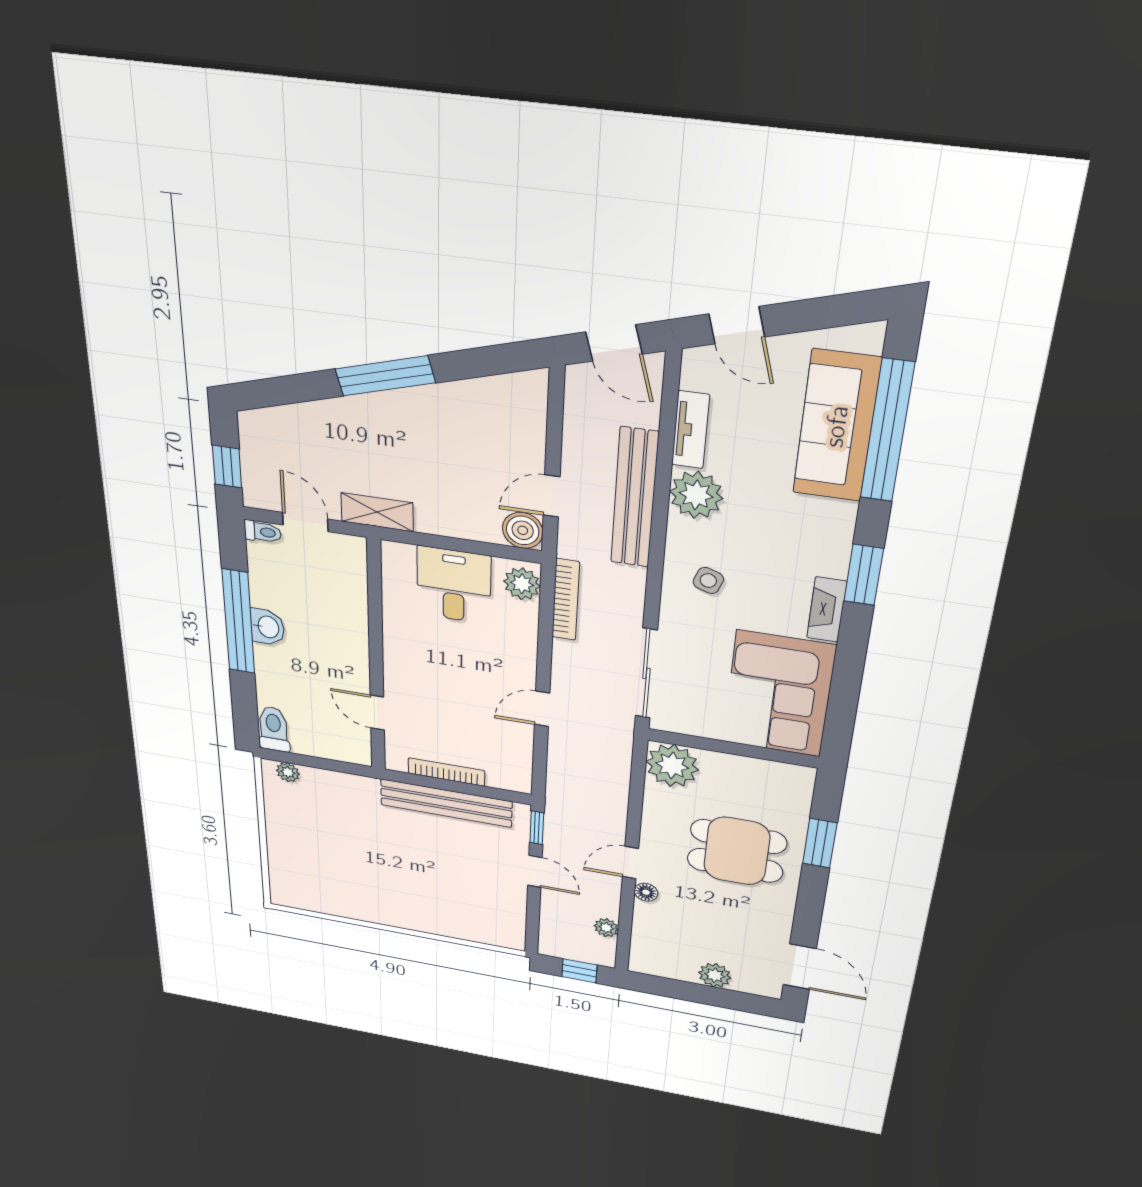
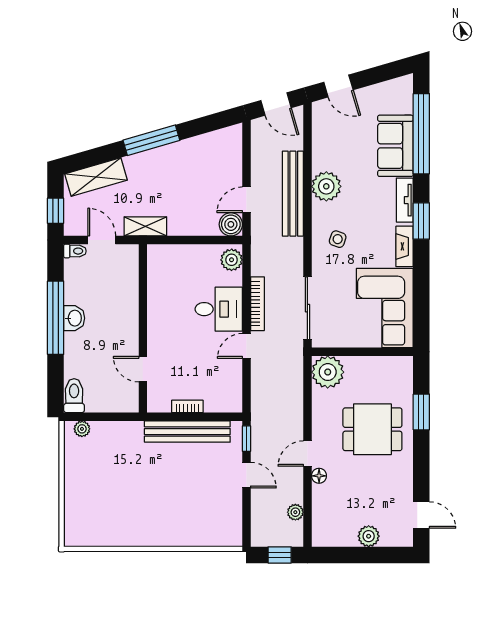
shelving: (291, 423) -> (96, 177), added
sofa: (837, 426) -> (395, 146), width x0.73
tv unit: (690, 430) -> (405, 200), moved, turned 180
desk: (454, 585) -> (219, 309), moved, turned 90
bookcase: (566, 600) -> (257, 304), moved
bookcase: (446, 772) -> (187, 406), width x0.64
door: (800, 967) -> (421, 515), width x0.73

